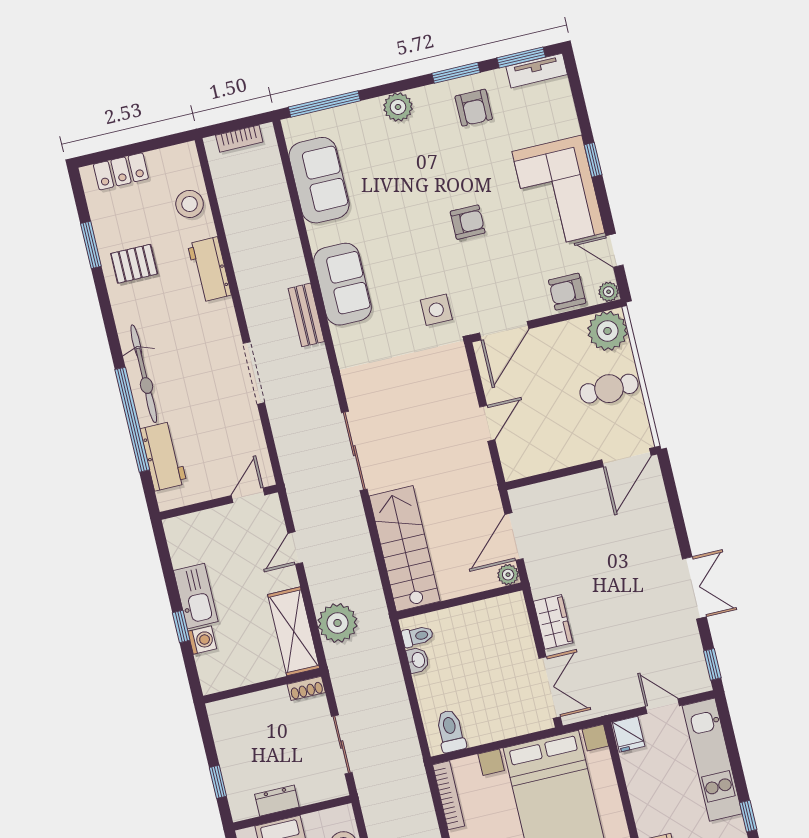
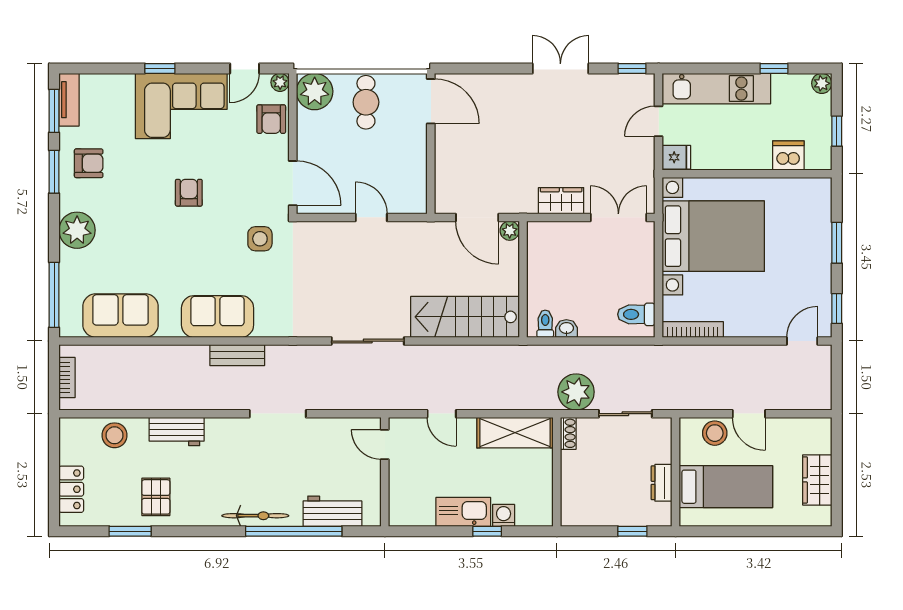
plant: (398, 107) -> (77, 230), width x1.36, depth x1.36
bicycle: (144, 374) -> (255, 516), width x0.73, depth x0.71
plant: (338, 623) -> (576, 392), moved

